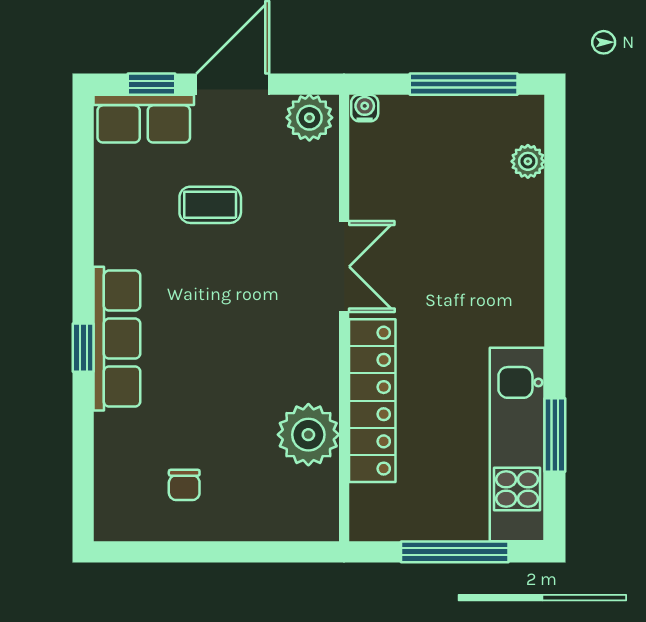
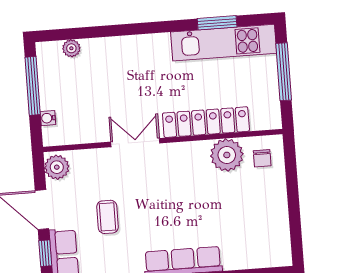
water cooler: (365, 108) -> (48, 118), moved
chair: (184, 485) -> (262, 158), moved, turned 90

